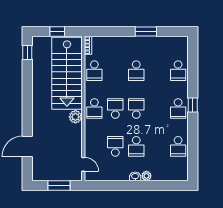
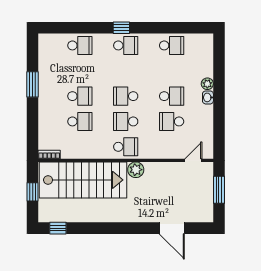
school desk: (94, 71) -> (80, 121), moved

